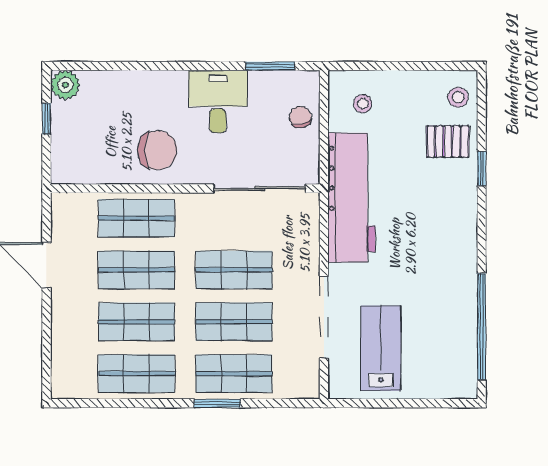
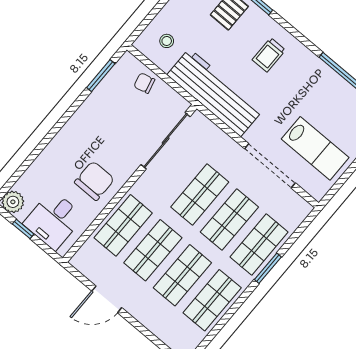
desk: (218, 101) -> (54, 220), moved, turned -90
trolley: (437, 220) -> (269, 55), added
lab bench: (381, 348) -> (315, 148), turned 180

